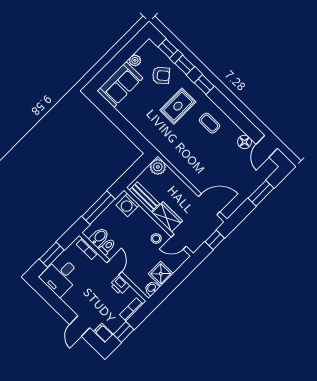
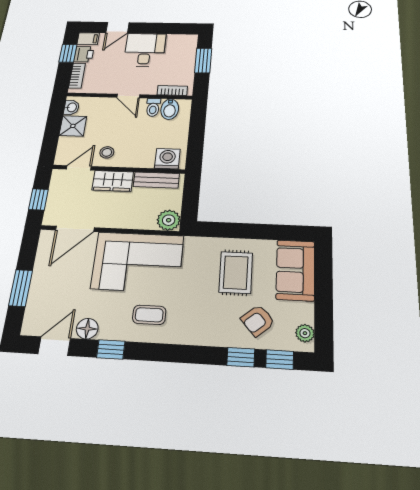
plant: (135, 60) -> (305, 333), moved
window: (204, 85) -> (111, 349), moved
rug: (178, 106) -> (236, 272), moved
door: (267, 146) -> (54, 346), hinge flipped
corner sofa: (193, 157) -> (137, 262), added
window: (98, 208) -> (197, 133), removed
desk: (60, 276) -> (145, 50), moved
printer: (120, 285) -> (84, 54), moved, turned 90
door: (80, 326) -> (117, 28), swing flipped

